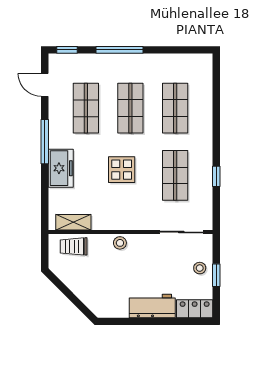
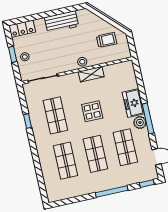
plant: (58, 139) -> (140, 123), added
shelving: (73, 222) -> (91, 74), moved
trolley: (74, 246) -> (107, 40), moved
workbench: (152, 306) -> (62, 22), moved

